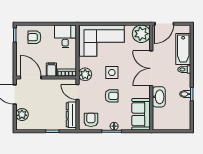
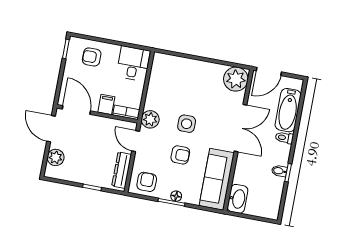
corner sofa: (102, 41) -> (181, 78), removed
double door: (151, 68) -> (241, 128), swing flipped
washbasin: (159, 97) -> (238, 199), moved
sofa: (141, 114) -> (217, 179), width x1.36

